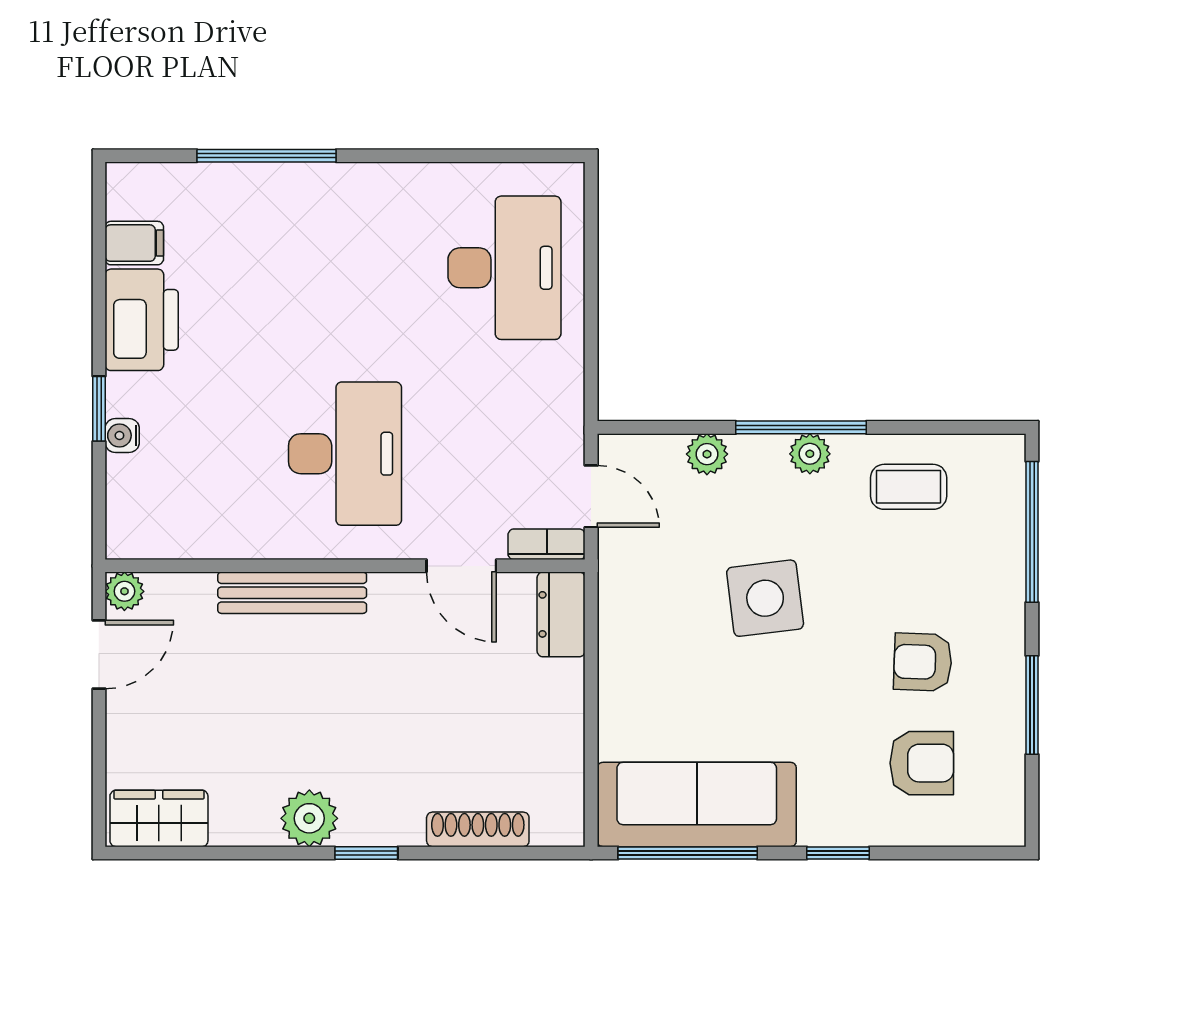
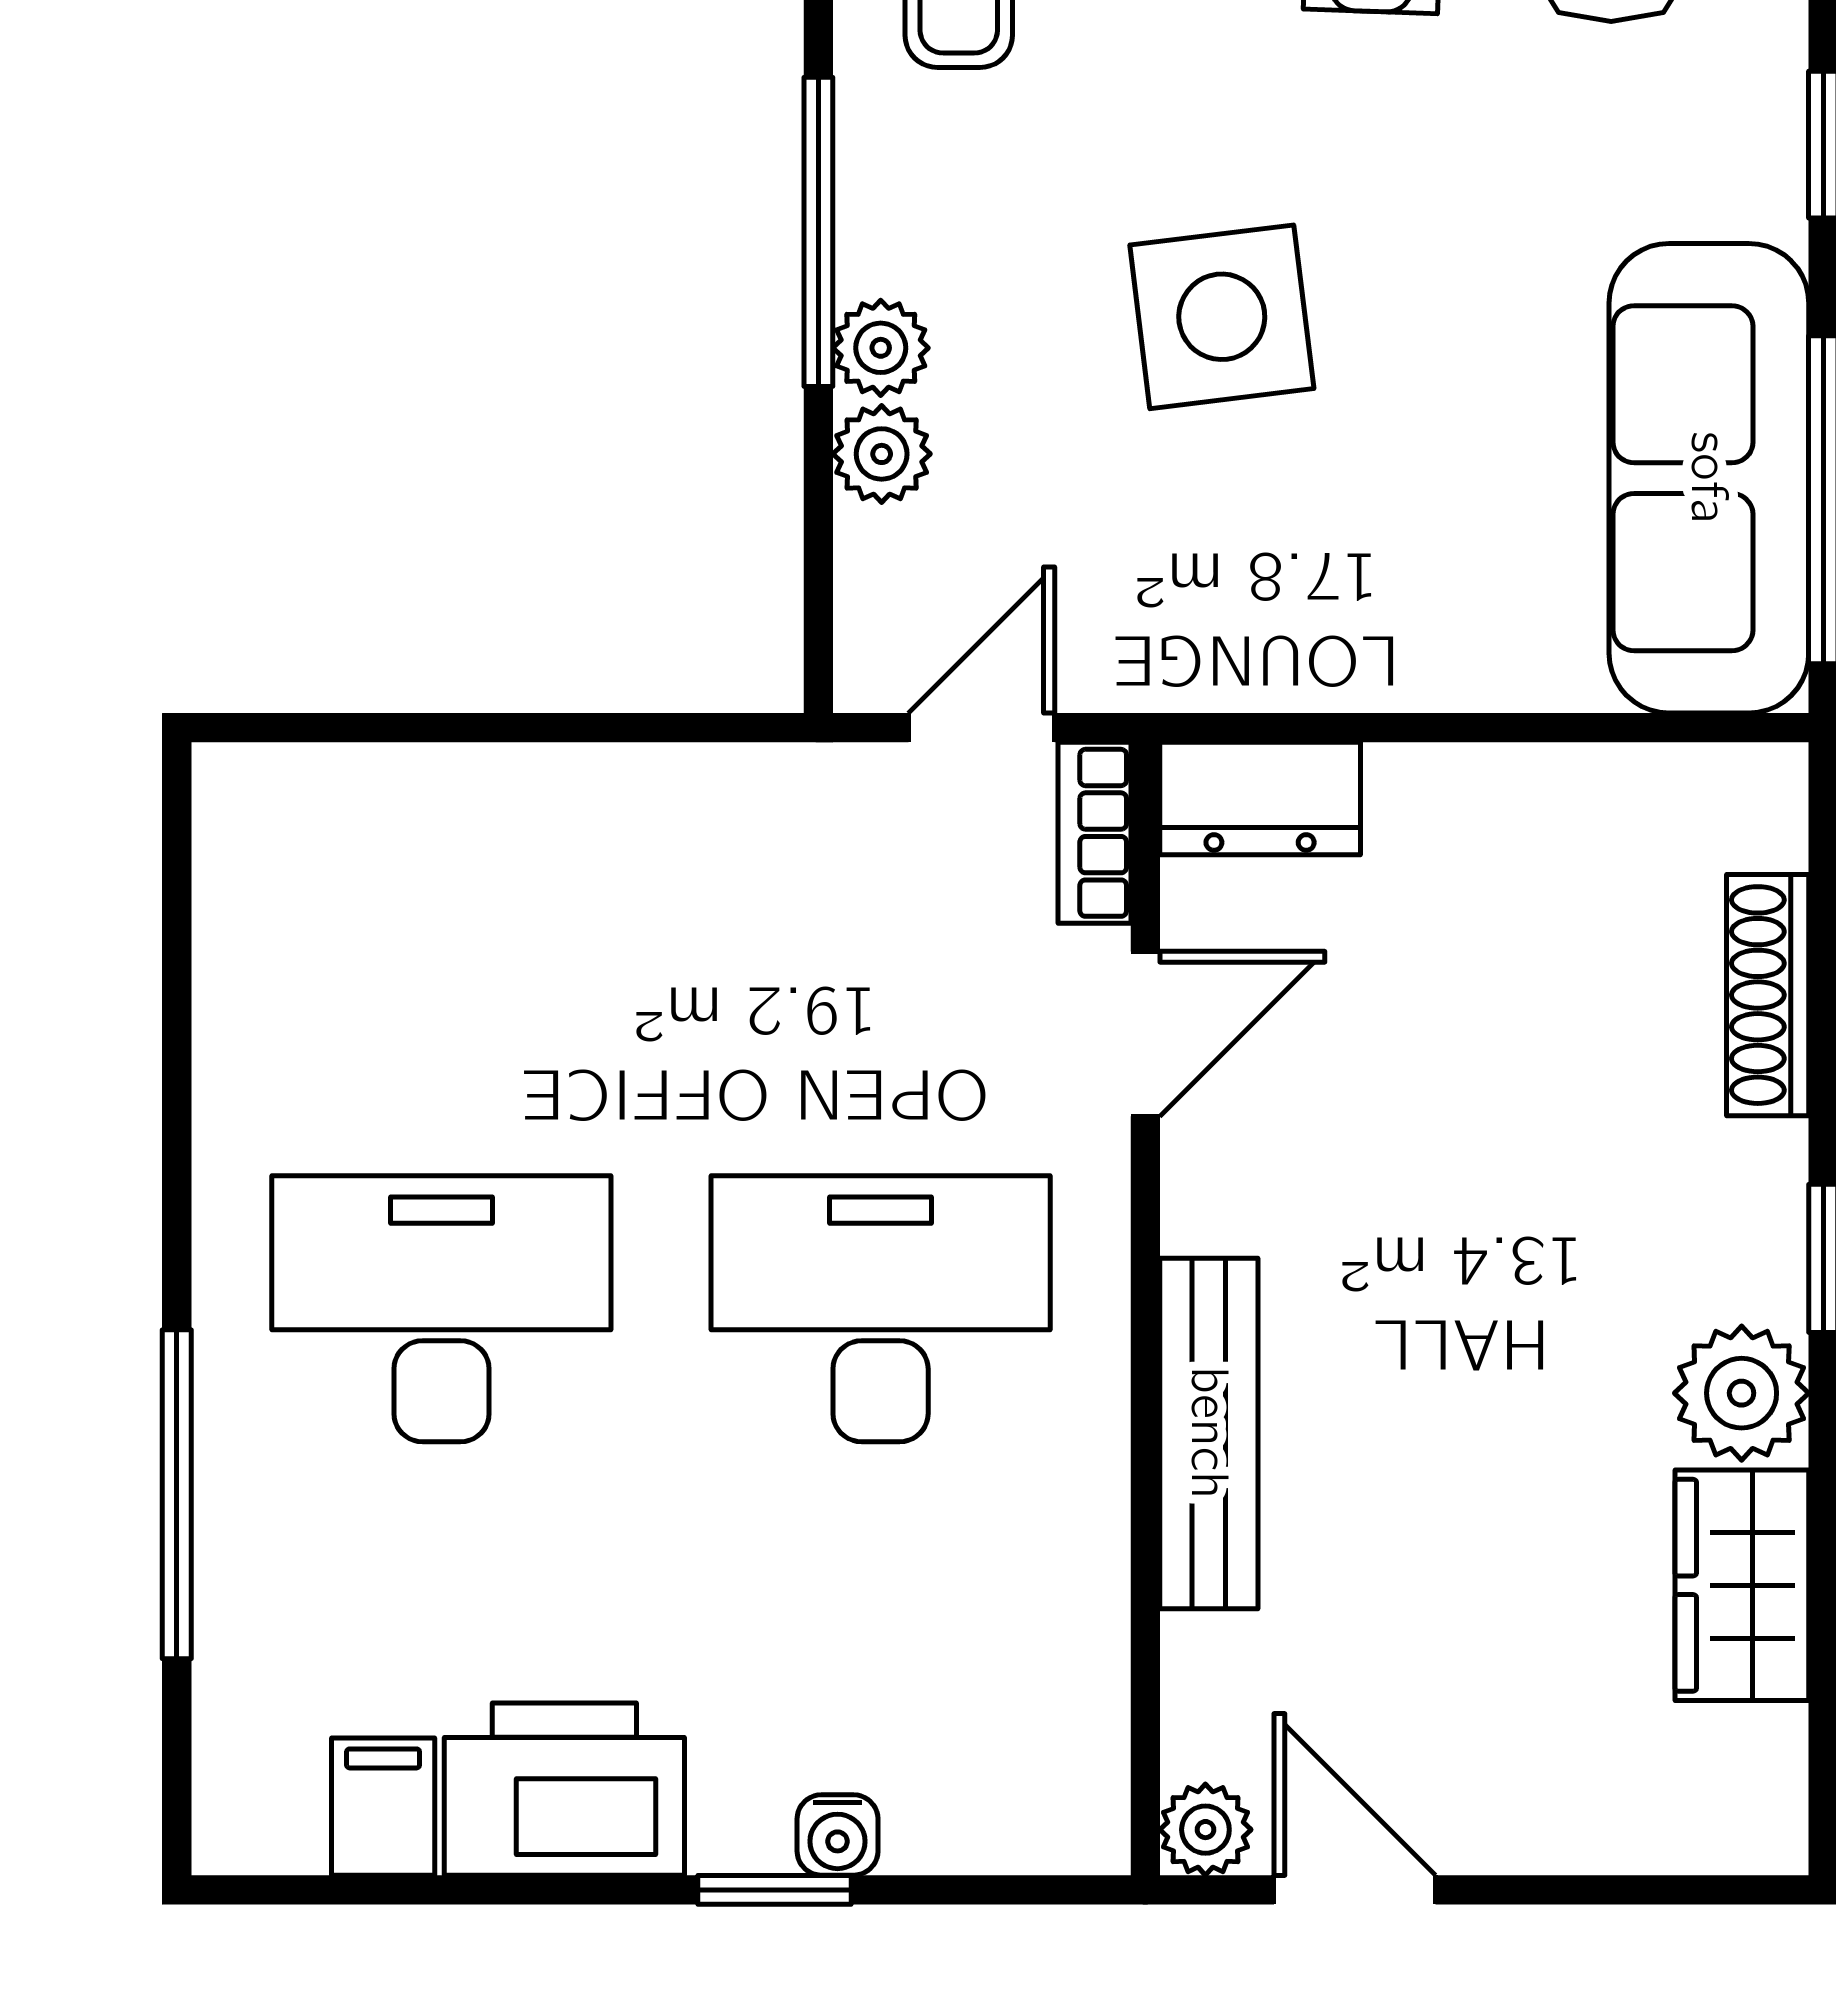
desk: (504, 268) -> (441, 1309), moved
plant: (810, 454) -> (881, 348), moved
wardrobe: (159, 818) -> (1742, 1585), moved

